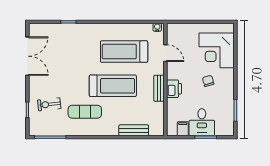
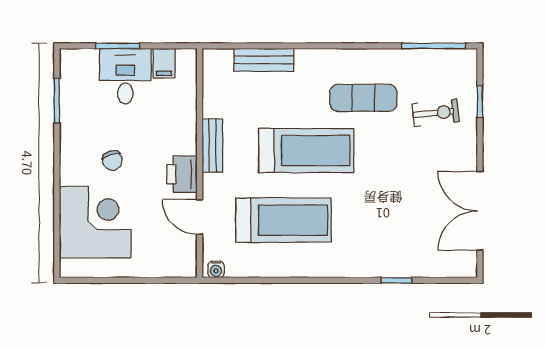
treadmill: (113, 86) -> (306, 151), turned 180
printer: (174, 89) -> (182, 174), moved

